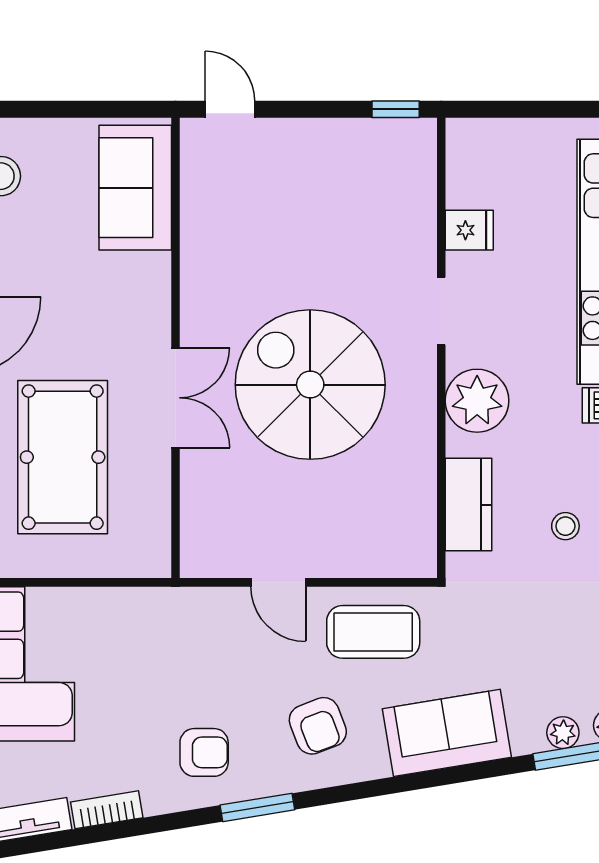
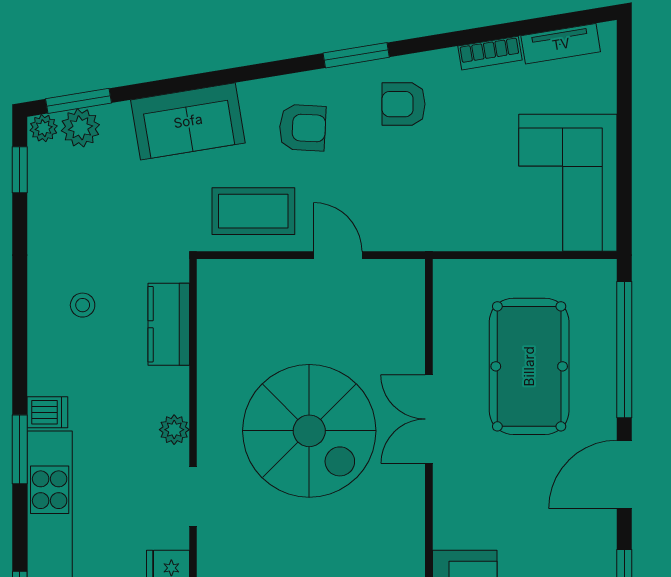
plant: (477, 401) -> (174, 430), width x0.53, depth x0.53
armchair: (318, 726) -> (303, 128), turned 114
plant: (563, 733) -> (80, 128), width x1.38, depth x1.38

